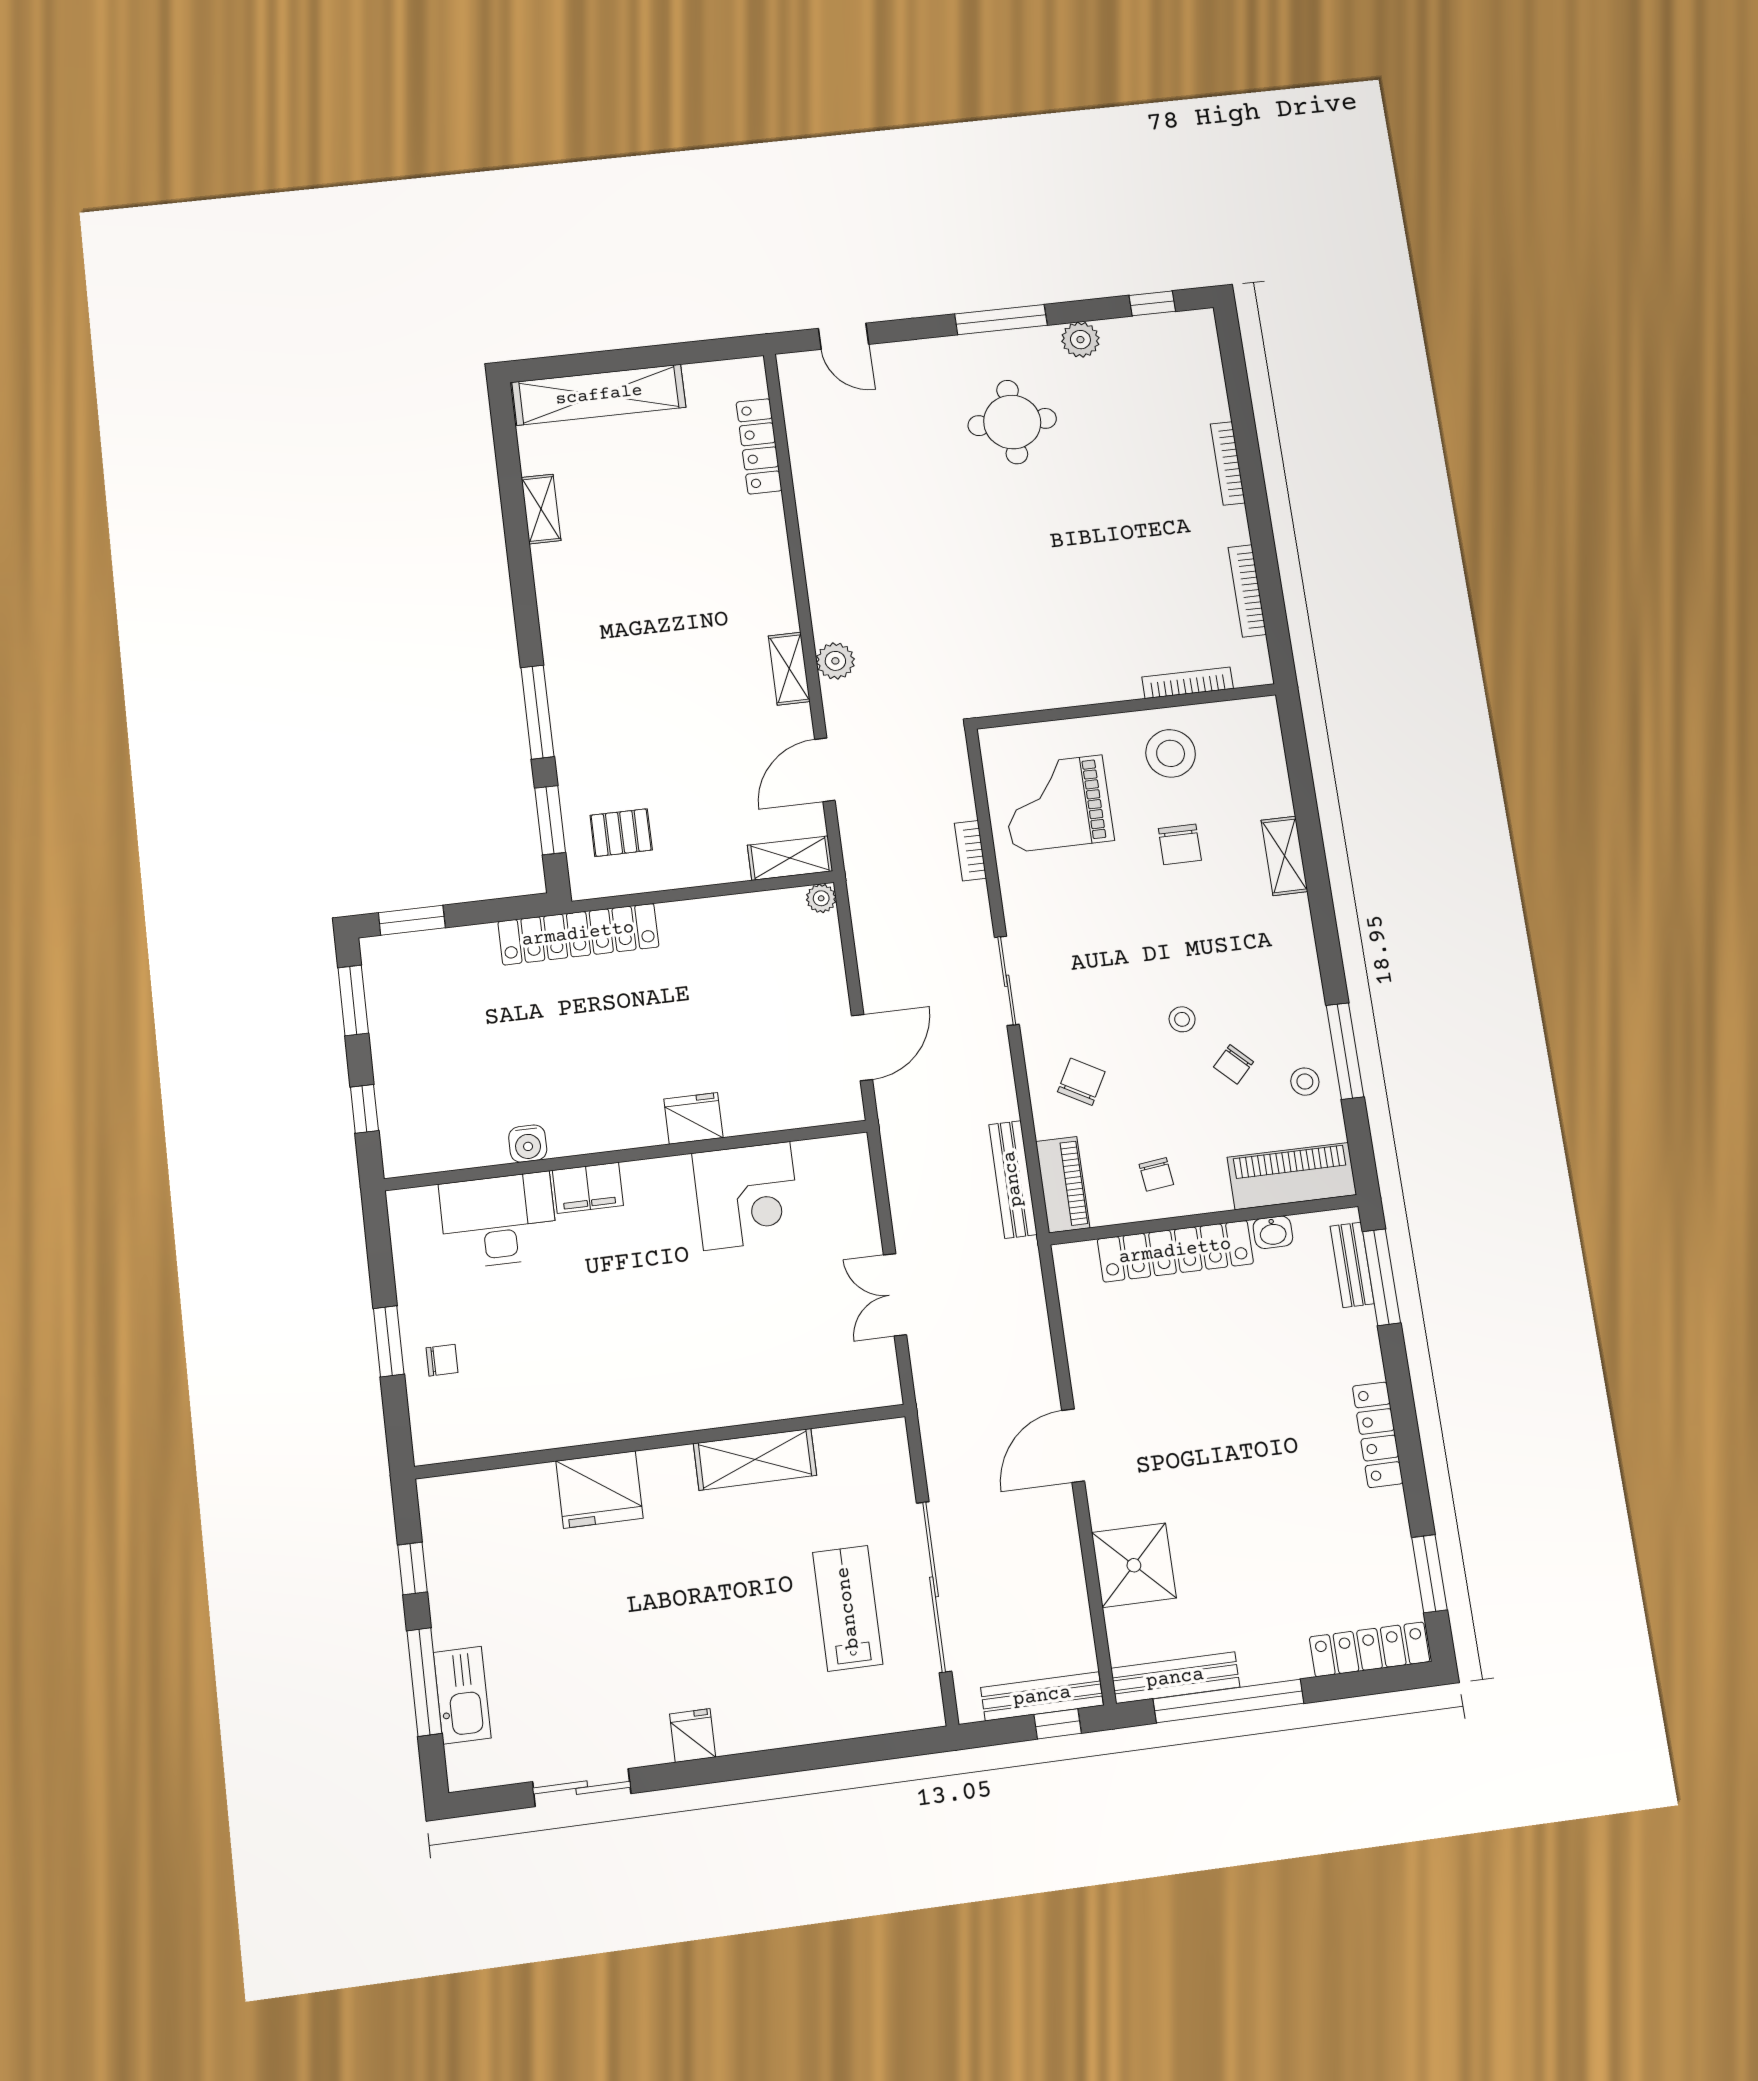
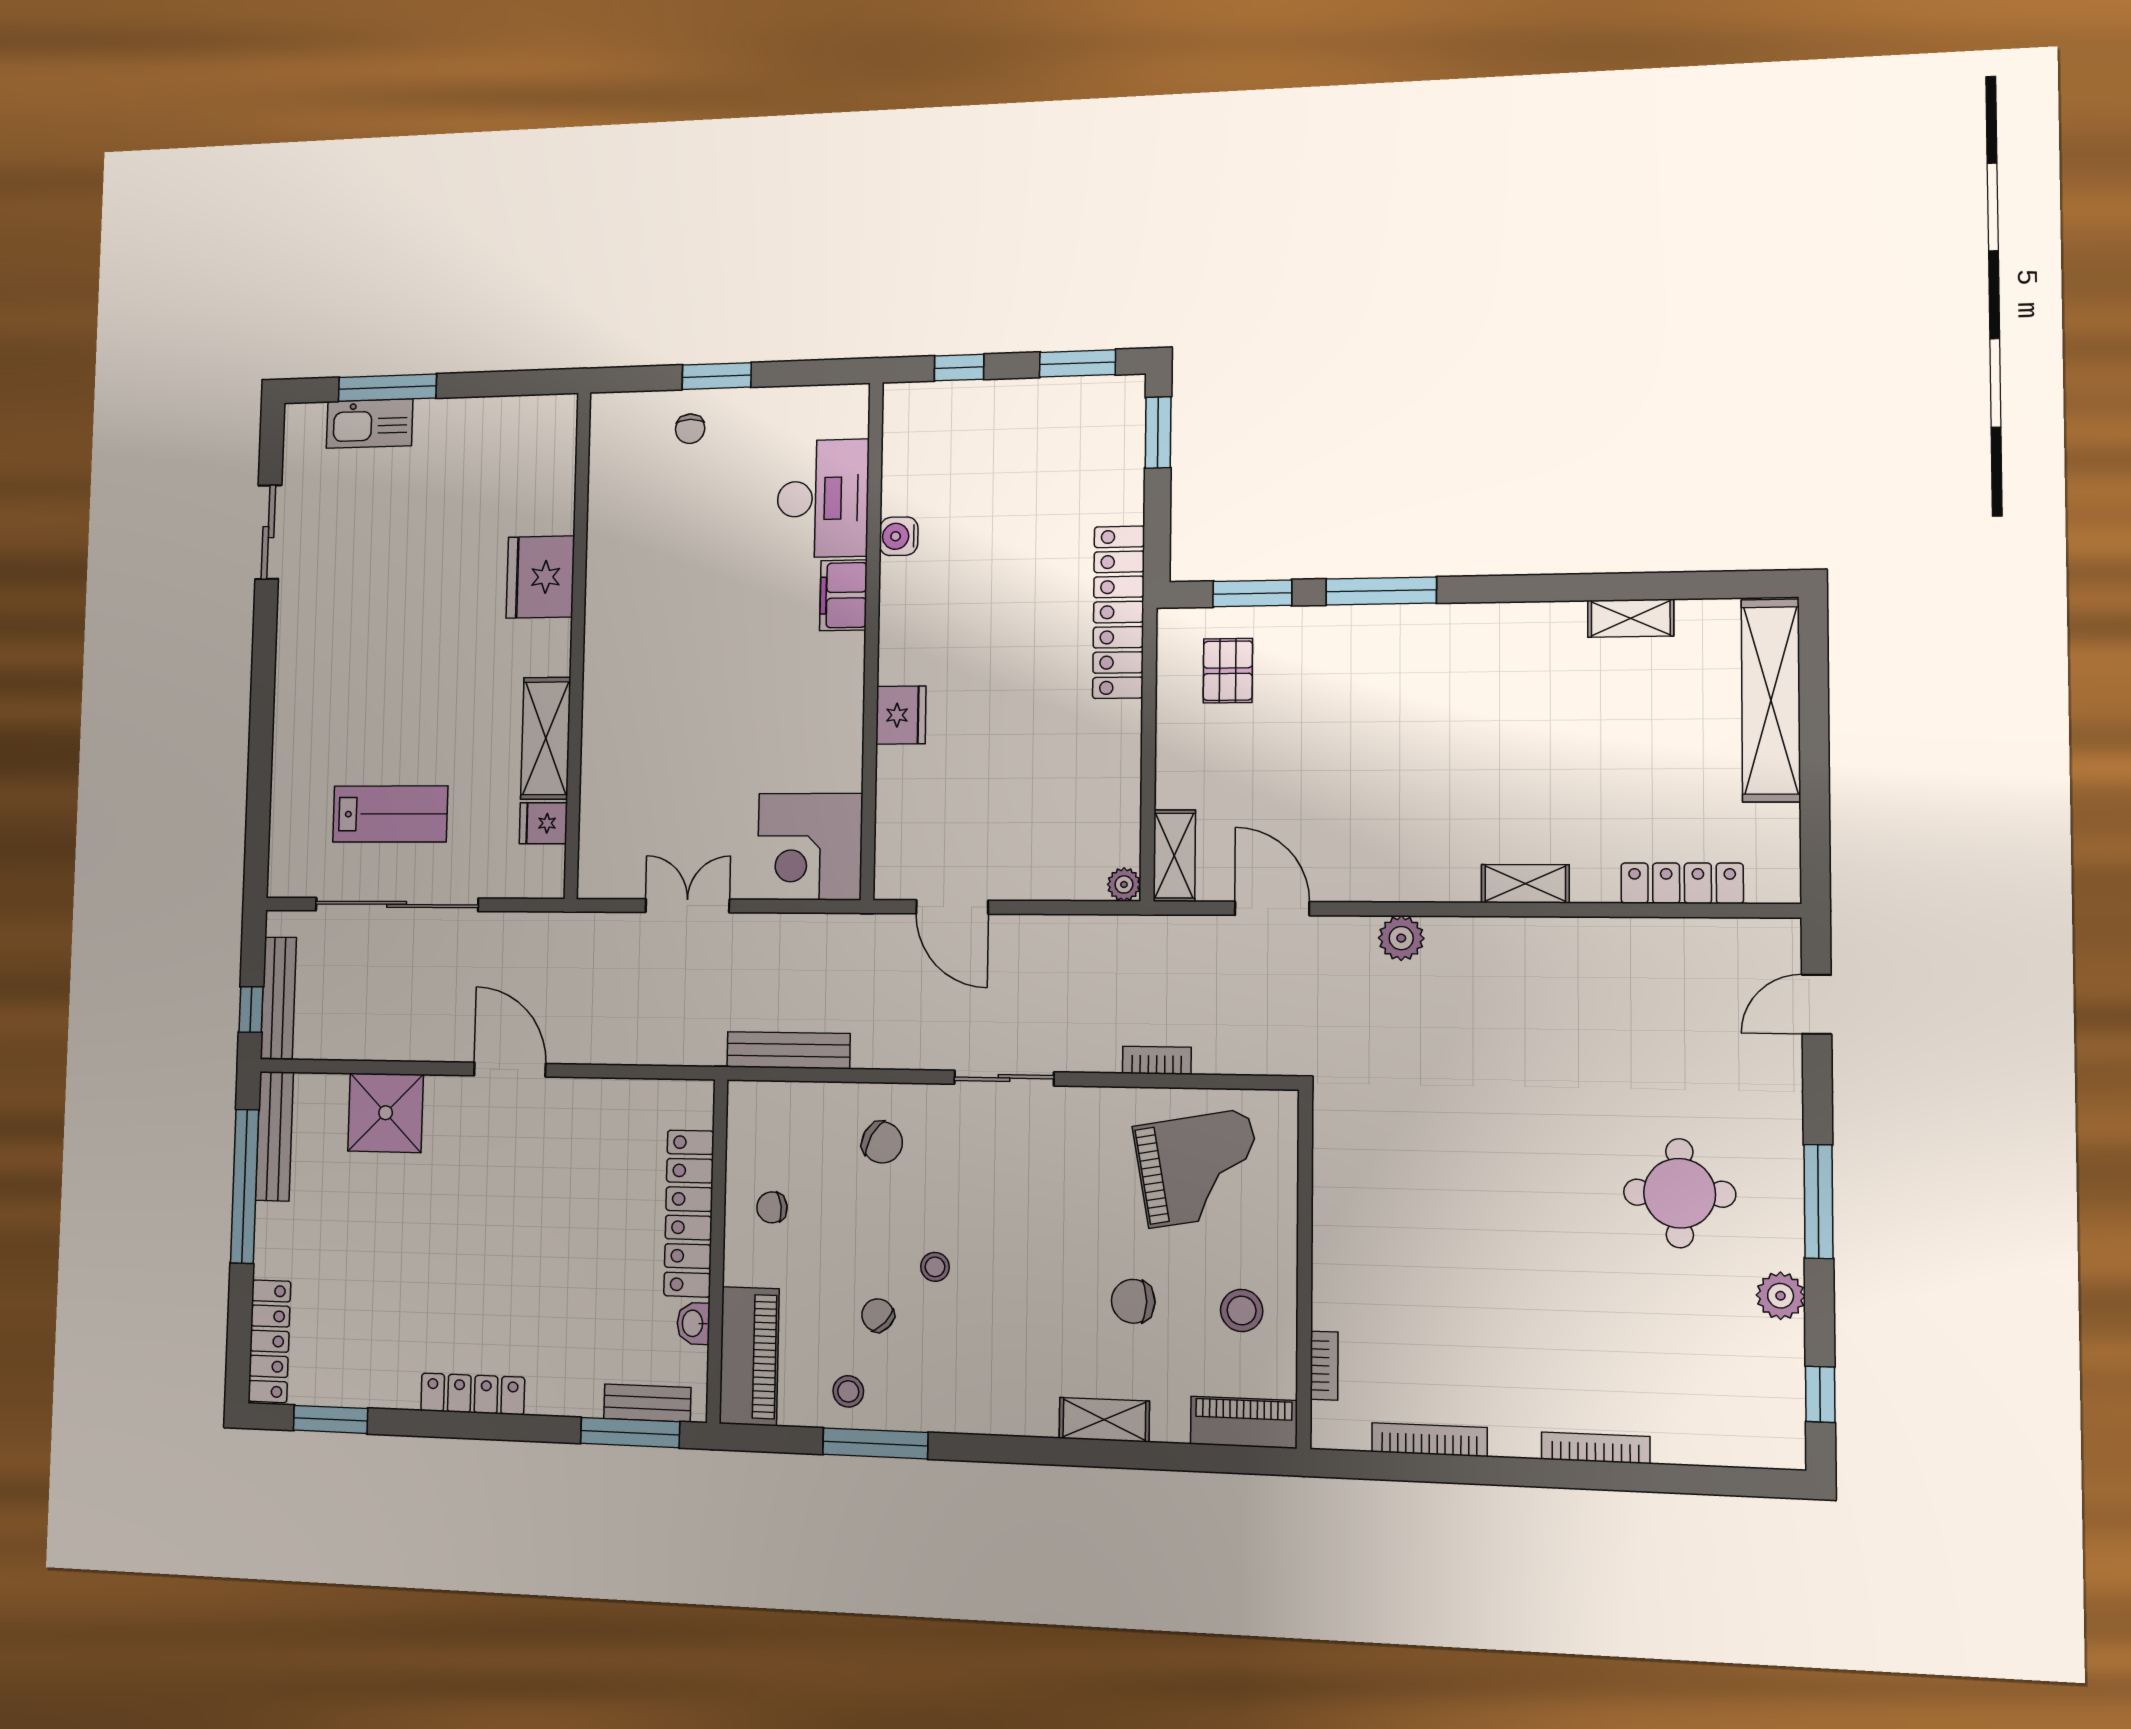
shelving: (789, 669) -> (1525, 884), moved
bookcase: (1188, 683) -> (1324, 1366), width x0.64
stool: (1171, 753) -> (1242, 1311), width x0.73, depth x0.73
grand piano: (1057, 804) -> (1199, 1168), turned 80
piano: (1063, 1185) -> (1244, 1422), moved, turned 180
corner desk: (747, 1196) -> (810, 847), moved
window: (412, 1569) -> (494, 384), removed
fridge: (693, 1735) -> (543, 823), moved, turned 180

